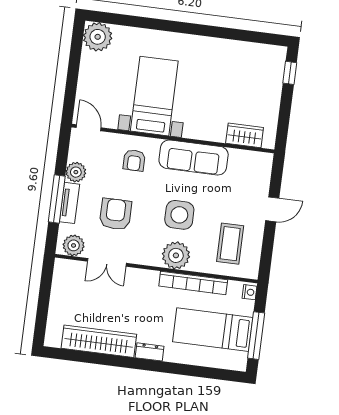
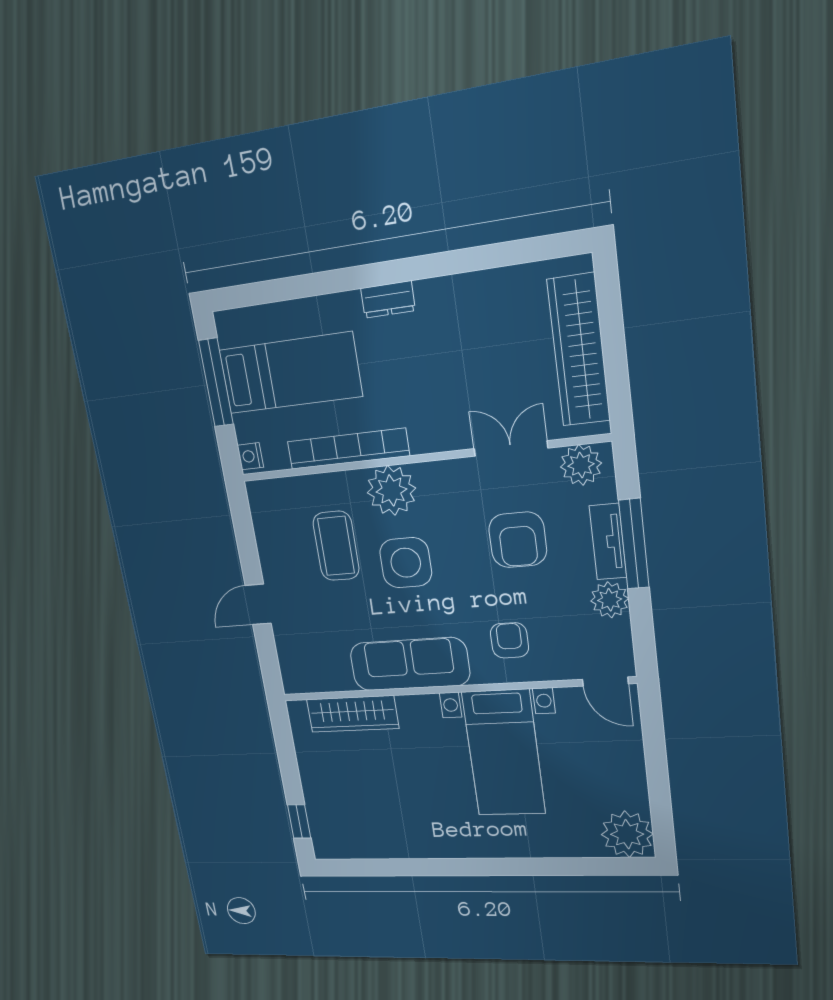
wardrobe: (245, 135) -> (353, 714), width x1.50
coffee table: (230, 244) -> (336, 546), moved
wardrobe: (99, 341) -> (579, 350), moved, turned 90

